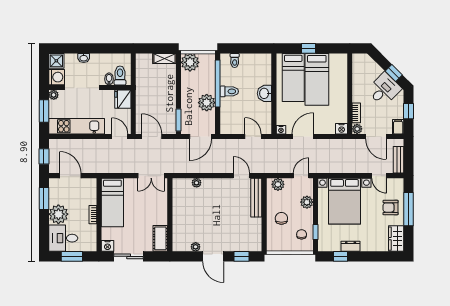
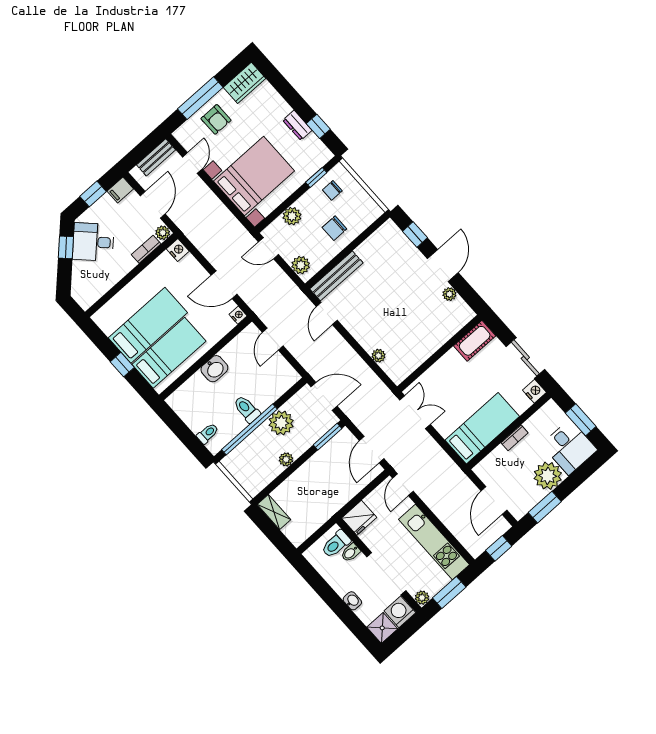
plant: (190, 62) -> (286, 459), moved, width x0.53, depth x0.53

